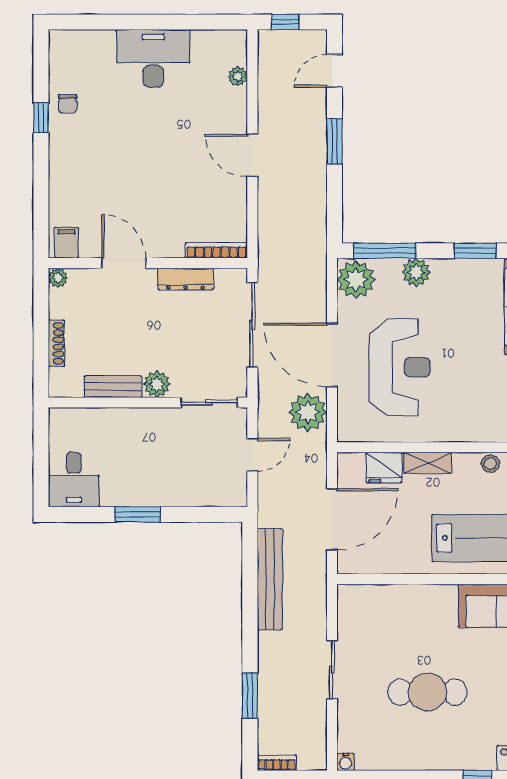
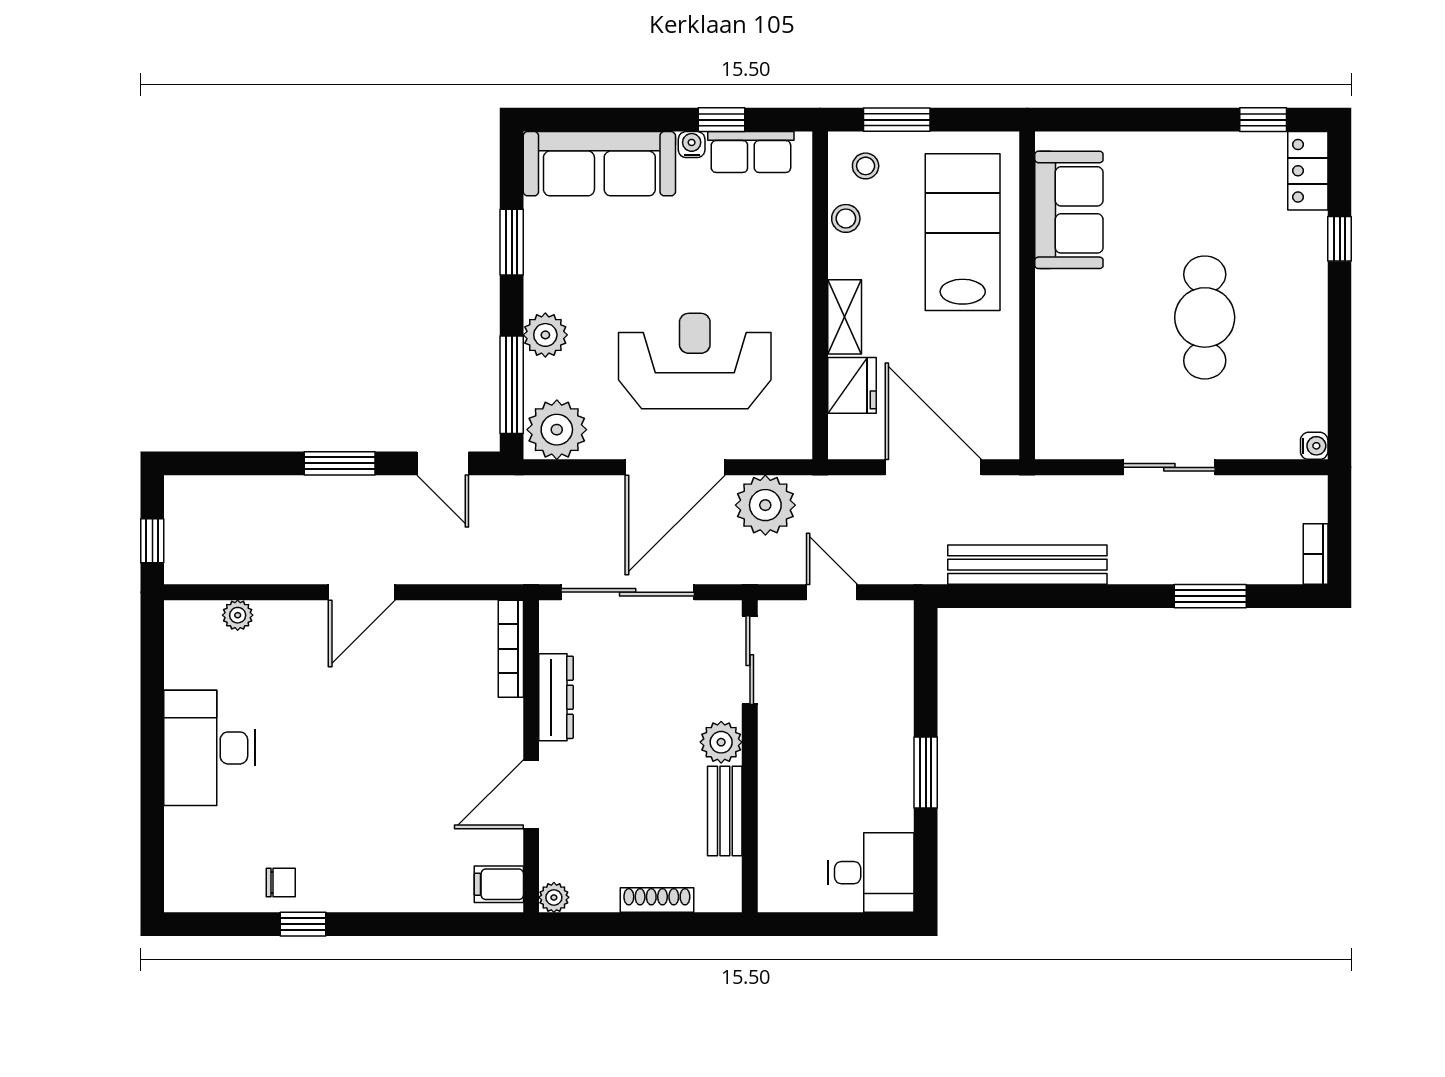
door: (334, 71) -> (443, 463), moved

